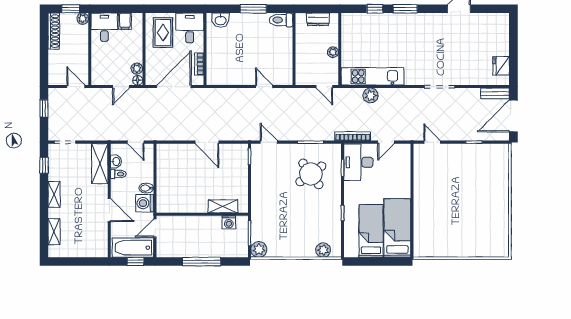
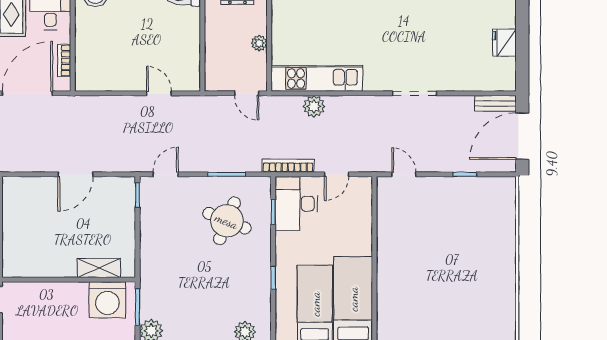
fridge: (501, 66) -> (504, 43), moved
door: (207, 142) -> (75, 174), hinge flipped
door: (269, 142) -> (166, 174), hinge flipped
round table: (311, 174) -> (227, 221), turned -32
washing machine: (229, 222) -> (107, 300), width x1.89, depth x1.89

